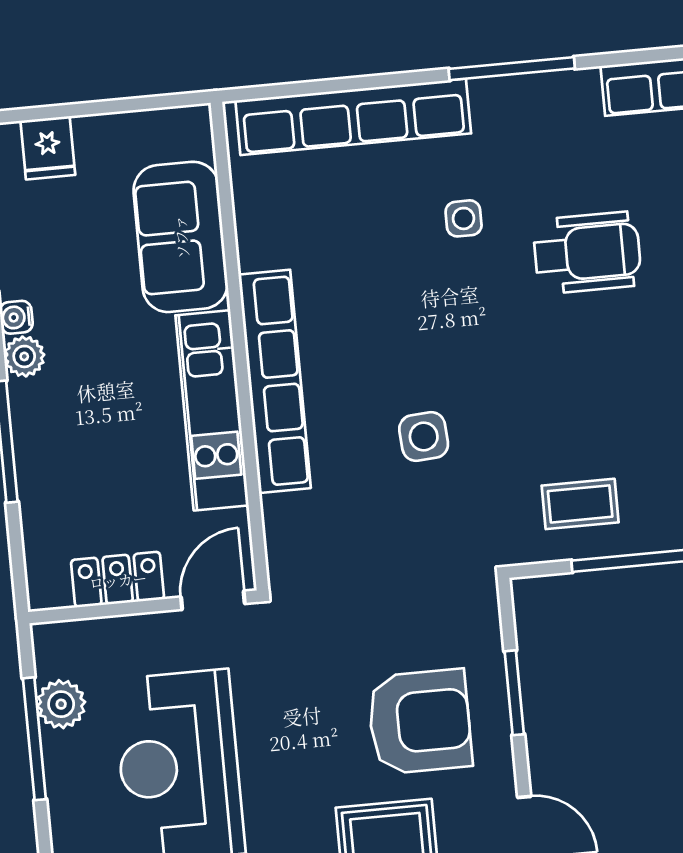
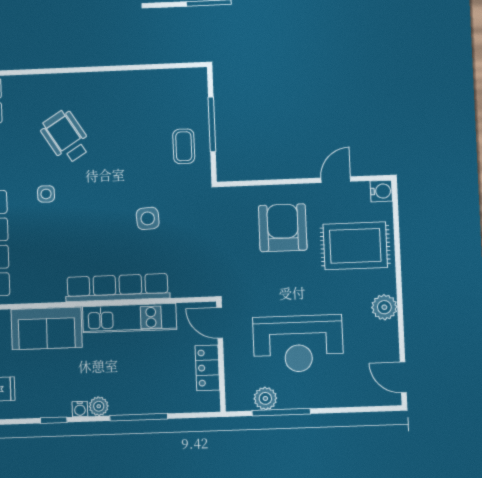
wheelchair: (587, 253) -> (66, 137), turned -32
window: (514, 693) -> (271, 182), removed

